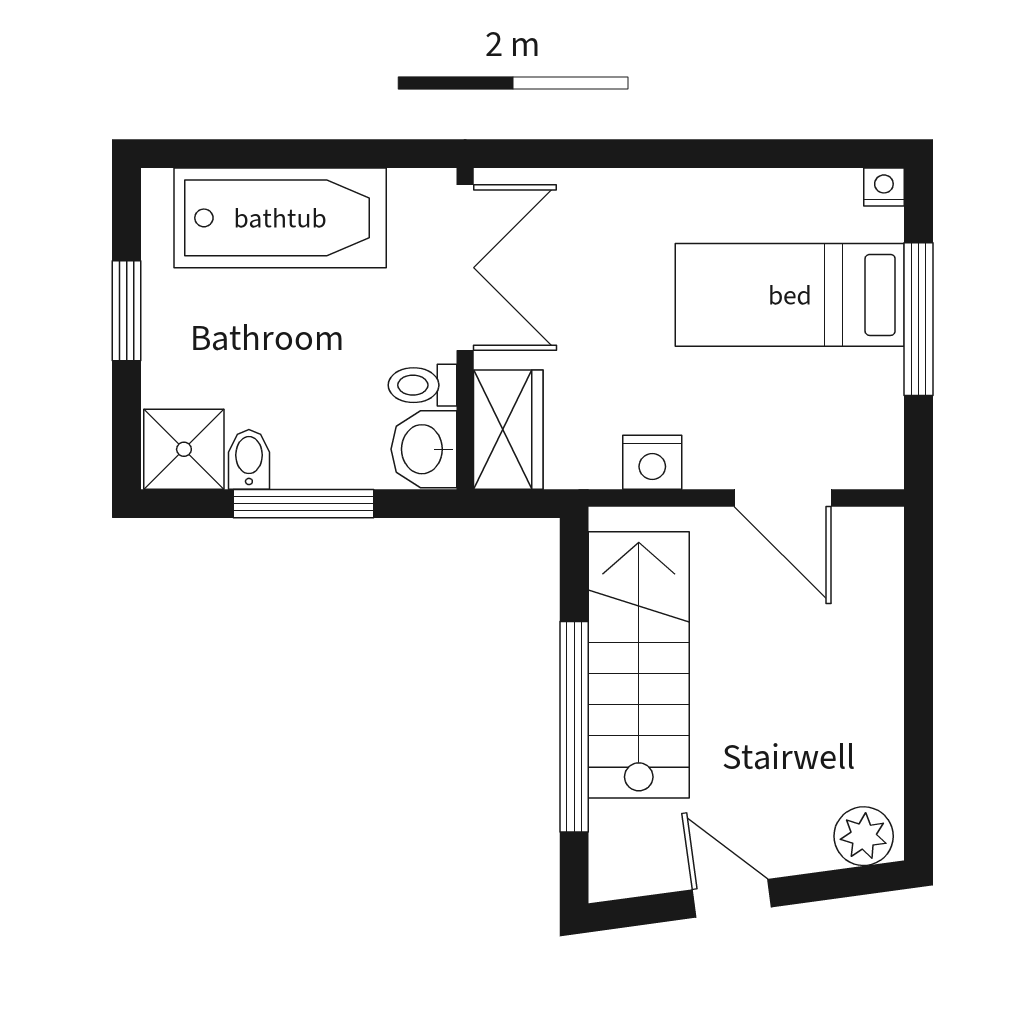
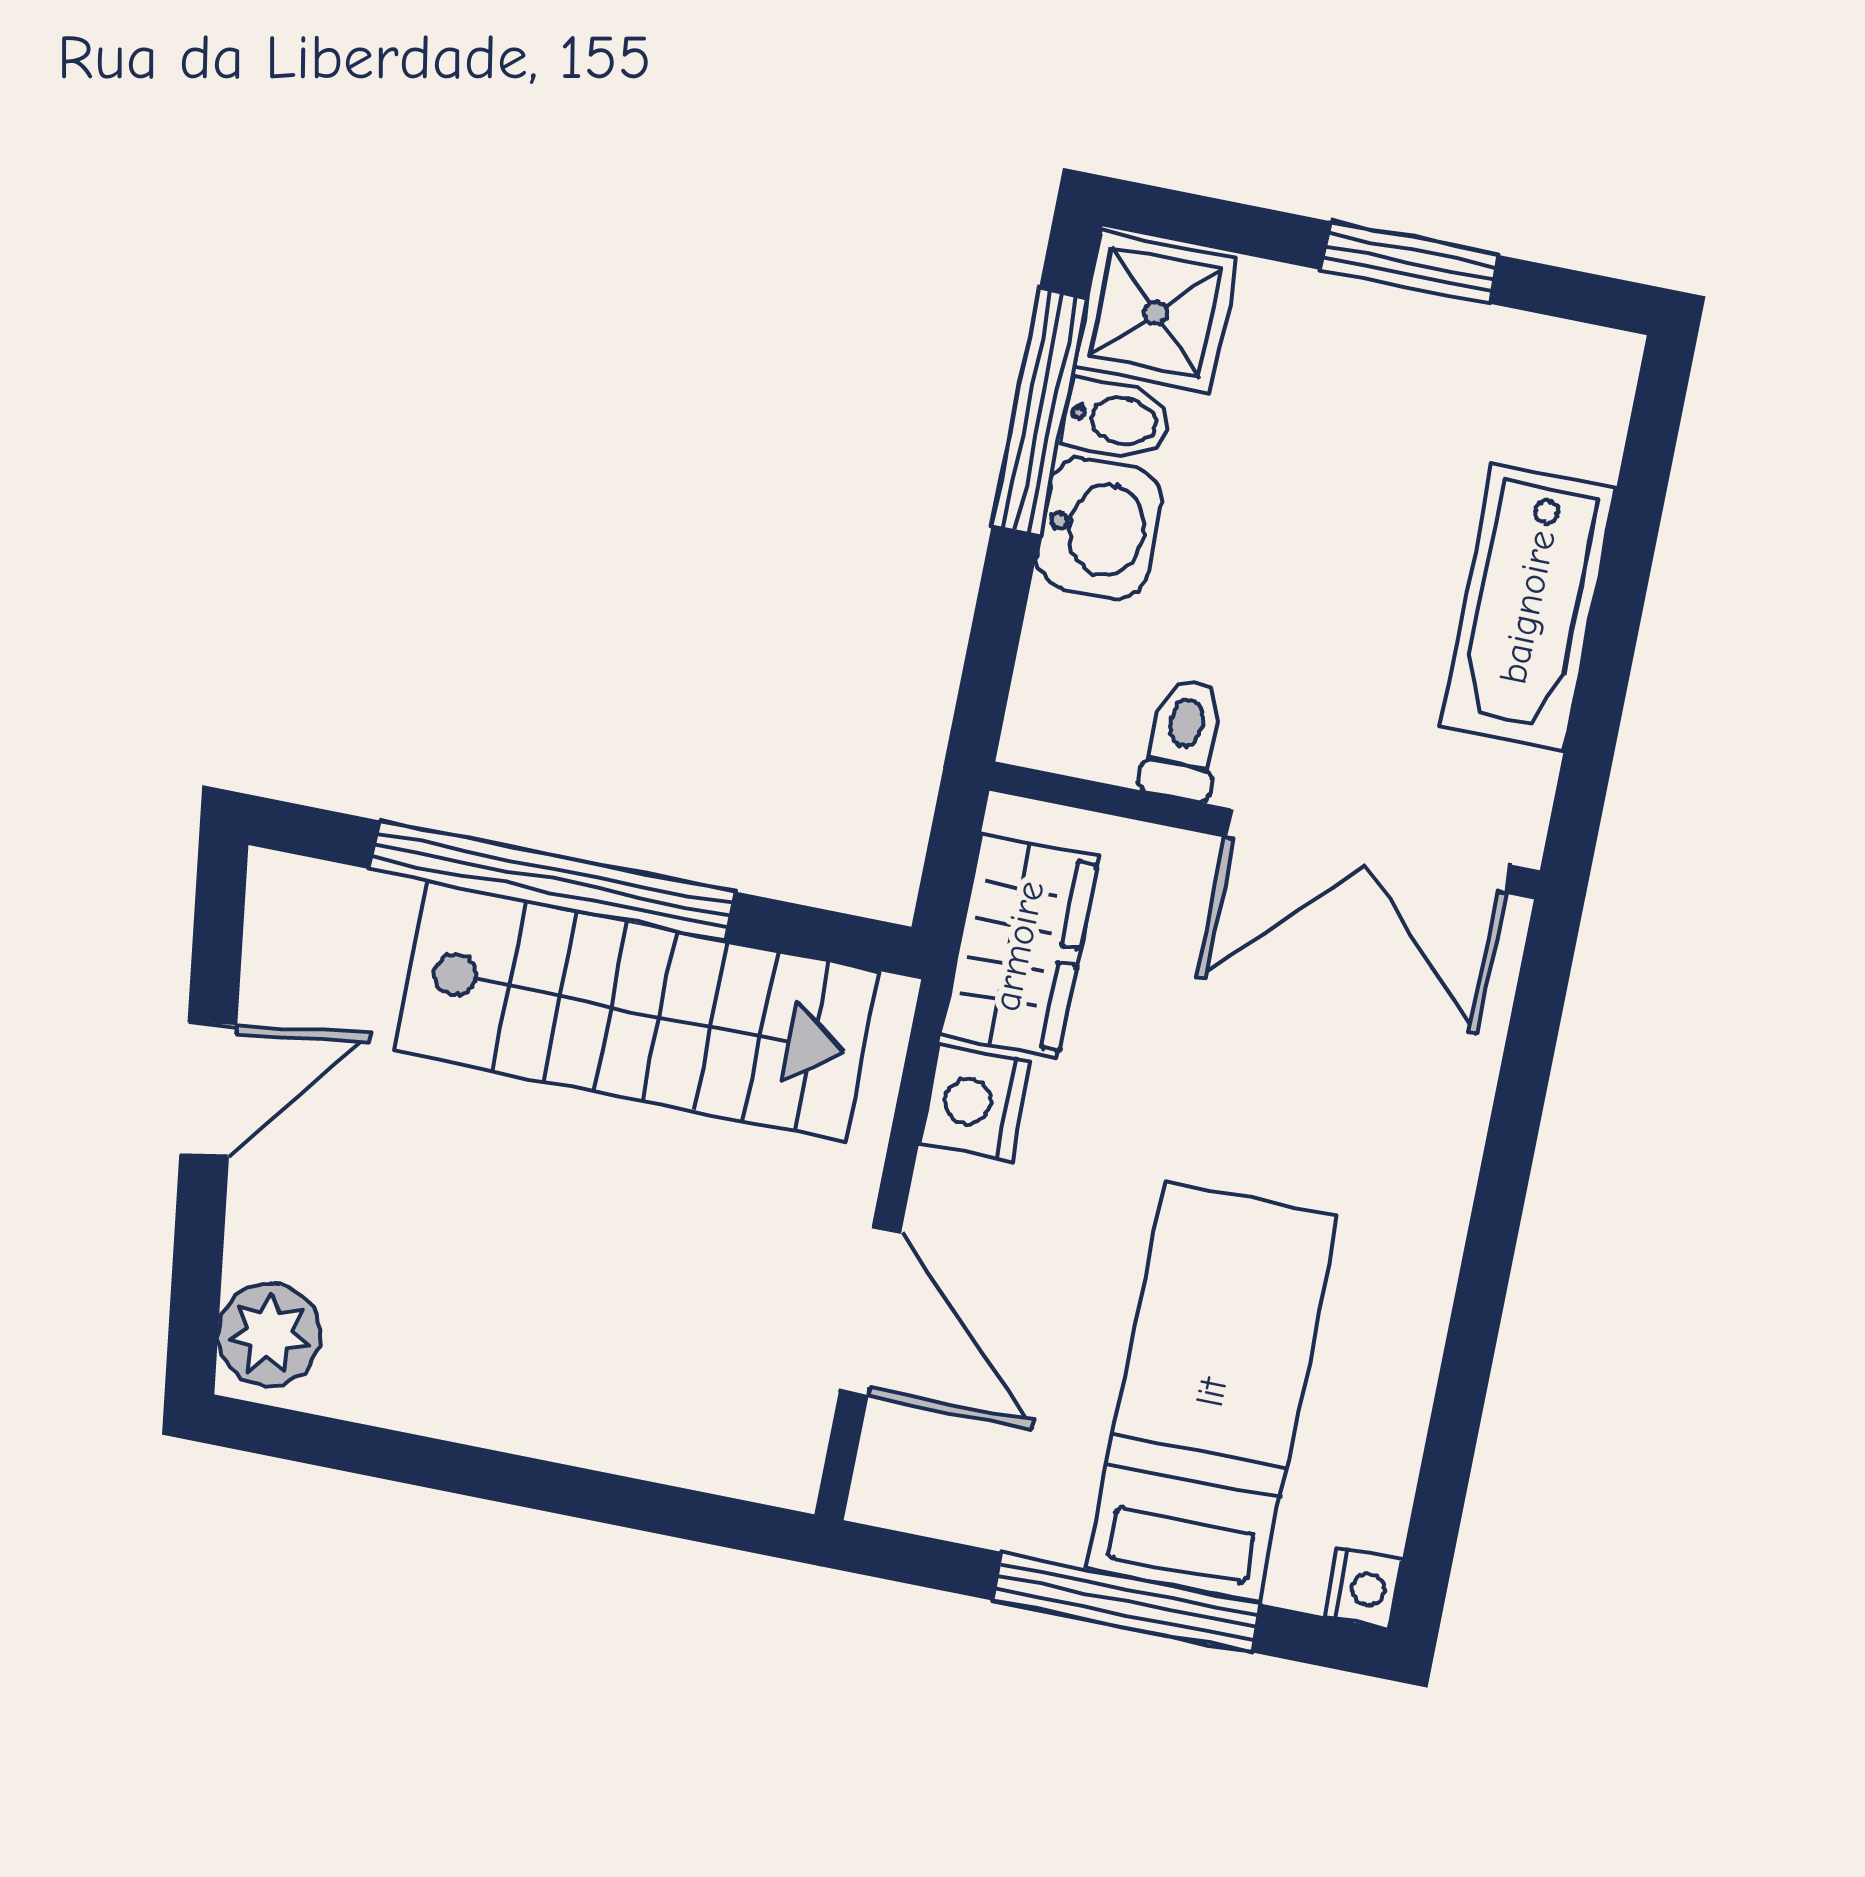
bathtub: (280, 218) -> (1528, 607), width x0.73, depth x0.73
wardrobe: (508, 430) -> (1019, 946), moved, turned -90
washbasin: (424, 449) -> (1099, 528), moved, turned 90
door: (783, 498) -> (870, 1311), swing flipped
window: (303, 504) -> (1040, 412), moved

